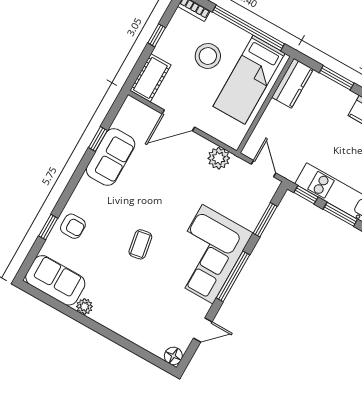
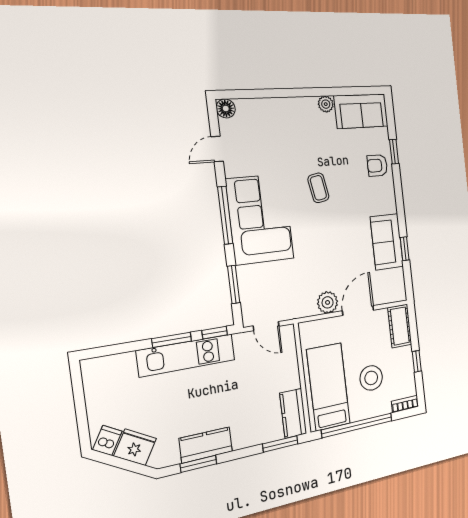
window: (337, 78) -> (280, 444), moved
plant: (219, 158) -> (328, 302), moved

